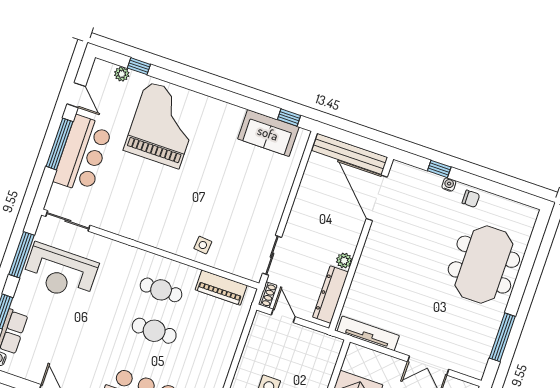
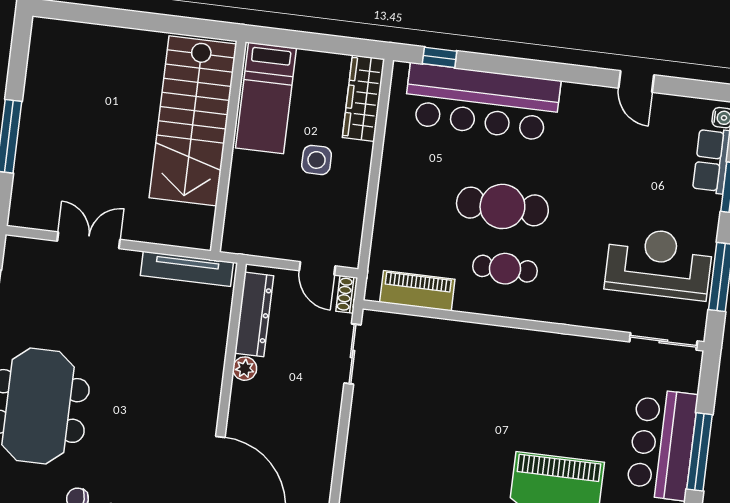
side table: (203, 245) -> (457, 348), removed
cafe table: (154, 331) -> (502, 206), width x1.37, depth x1.35

